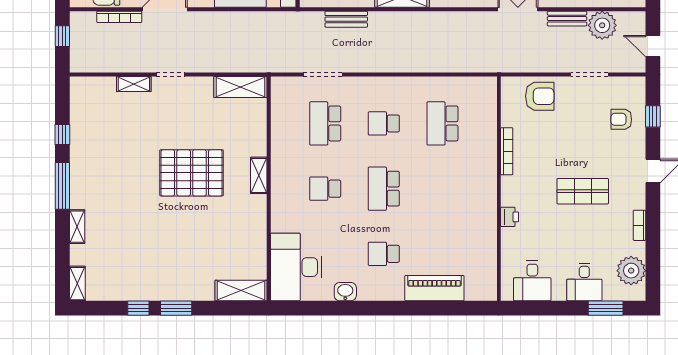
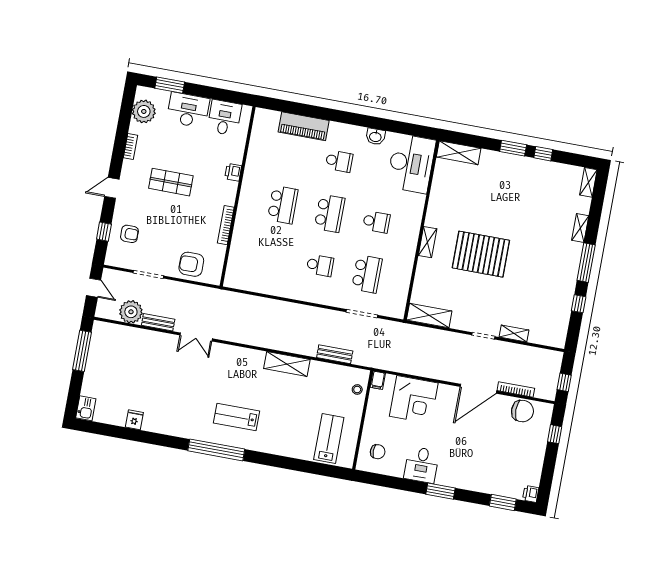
school desk: (442, 123) -> (283, 205), moved
desk: (584, 282) -> (188, 110), width x1.37

